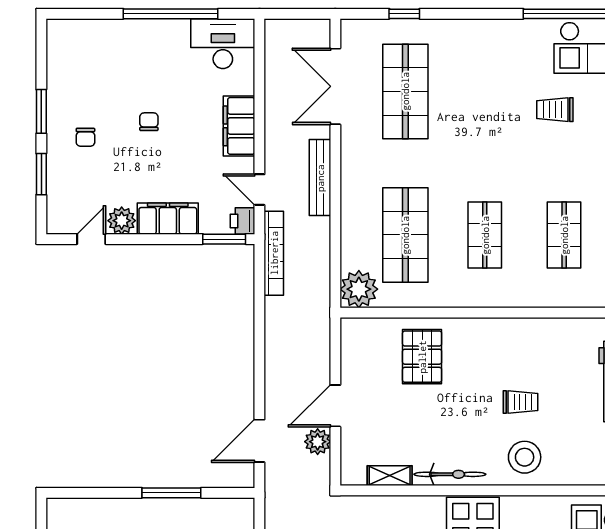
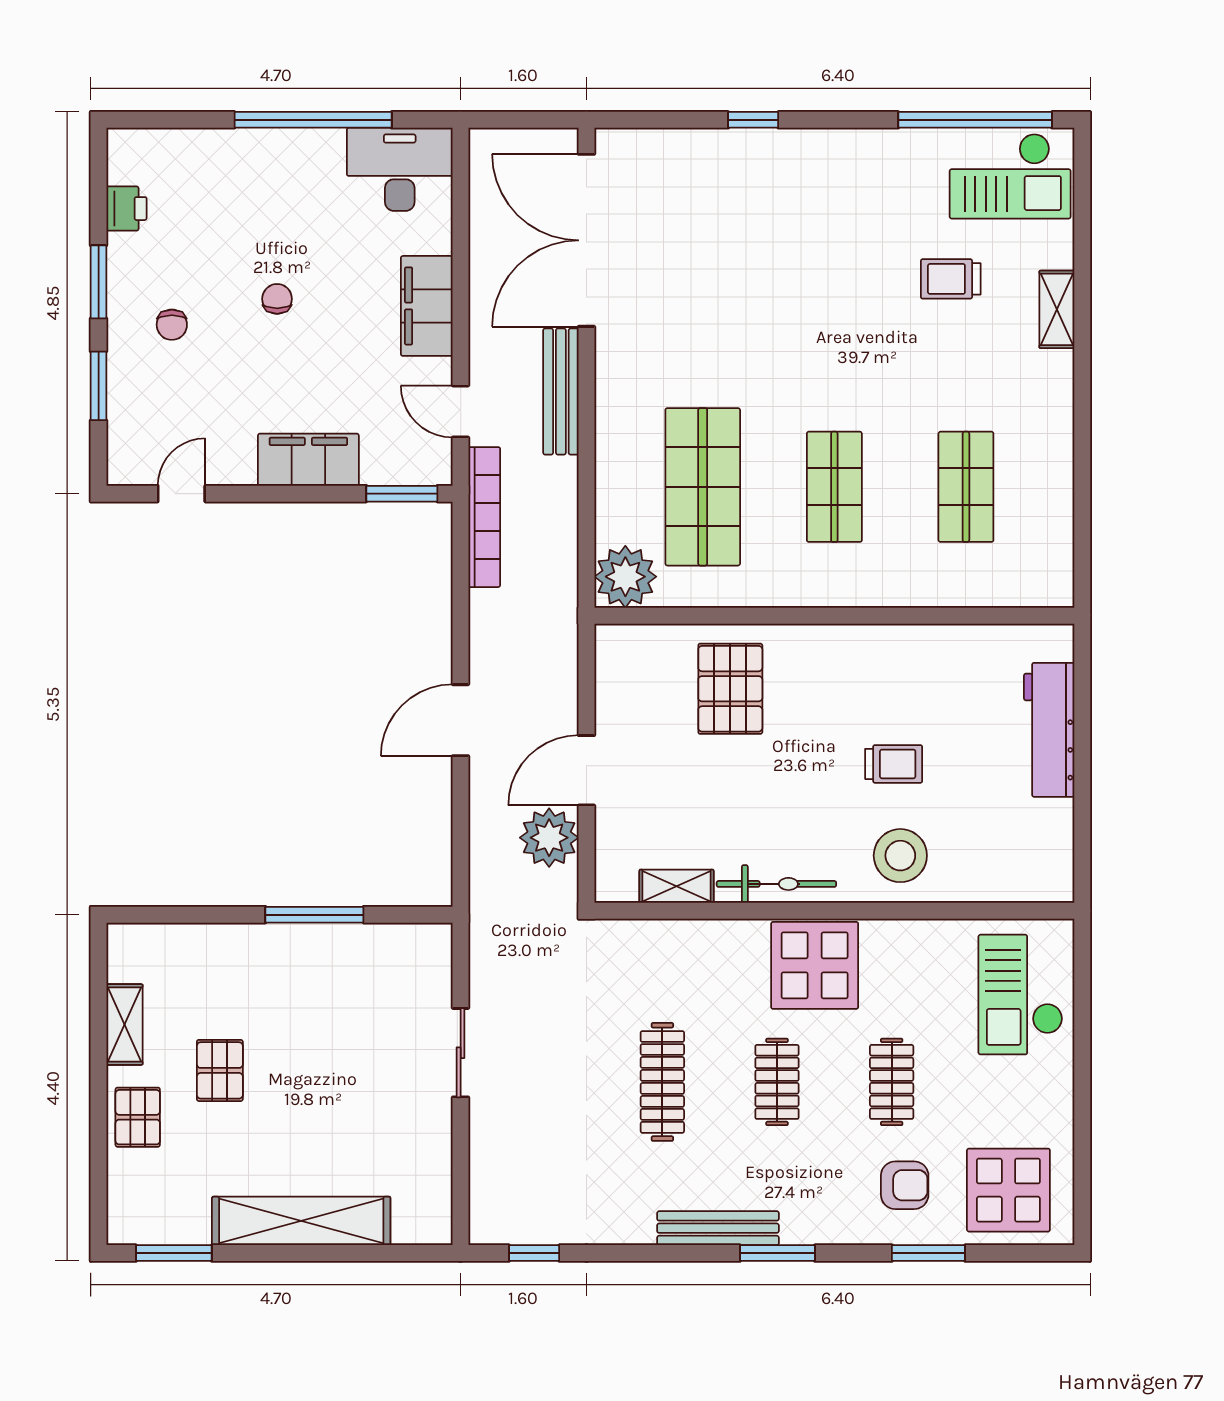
window: (404, 14) -> (753, 120), moved
double door: (335, 86) -> (586, 240), width x1.36
shop shelf: (405, 91) -> (703, 249), removed
plant: (122, 221) -> (232, 463), removed
printer: (243, 221) -> (126, 209), moved, turned 180
door: (259, 441) -> (461, 720), moved
plant: (318, 442) -> (549, 838), width x1.36, depth x1.36

